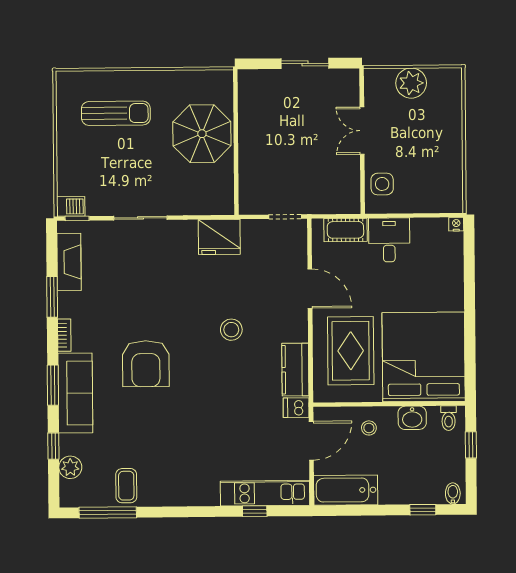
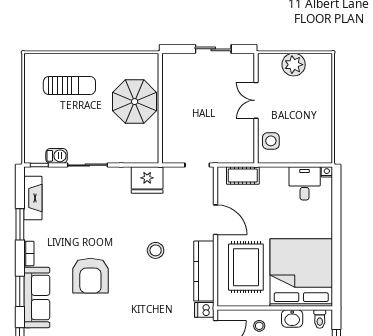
barbecue: (71, 206) -> (57, 156), moved
desk: (389, 240) -> (305, 183), moved
kitchen counter: (295, 370) -> (204, 271), width x1.50

